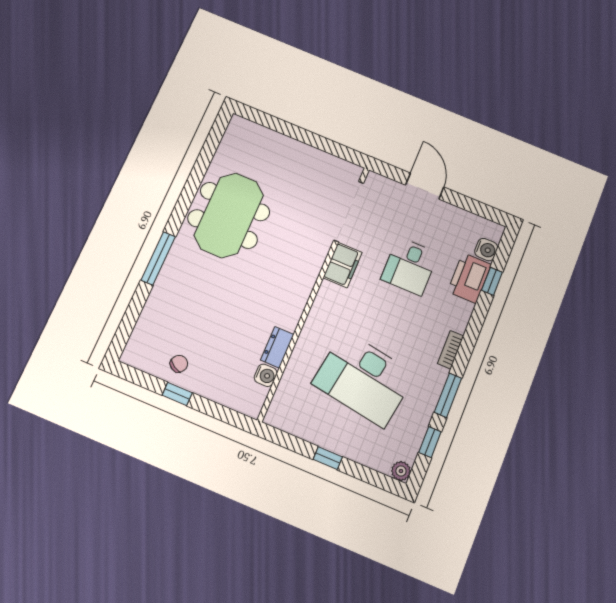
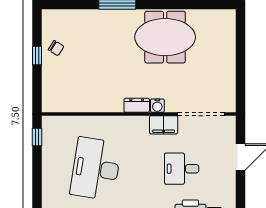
dresser: (277, 347) -> (137, 105), moved
water cooler: (266, 375) -> (157, 106), moved
window: (328, 458) -> (37, 137), moved

